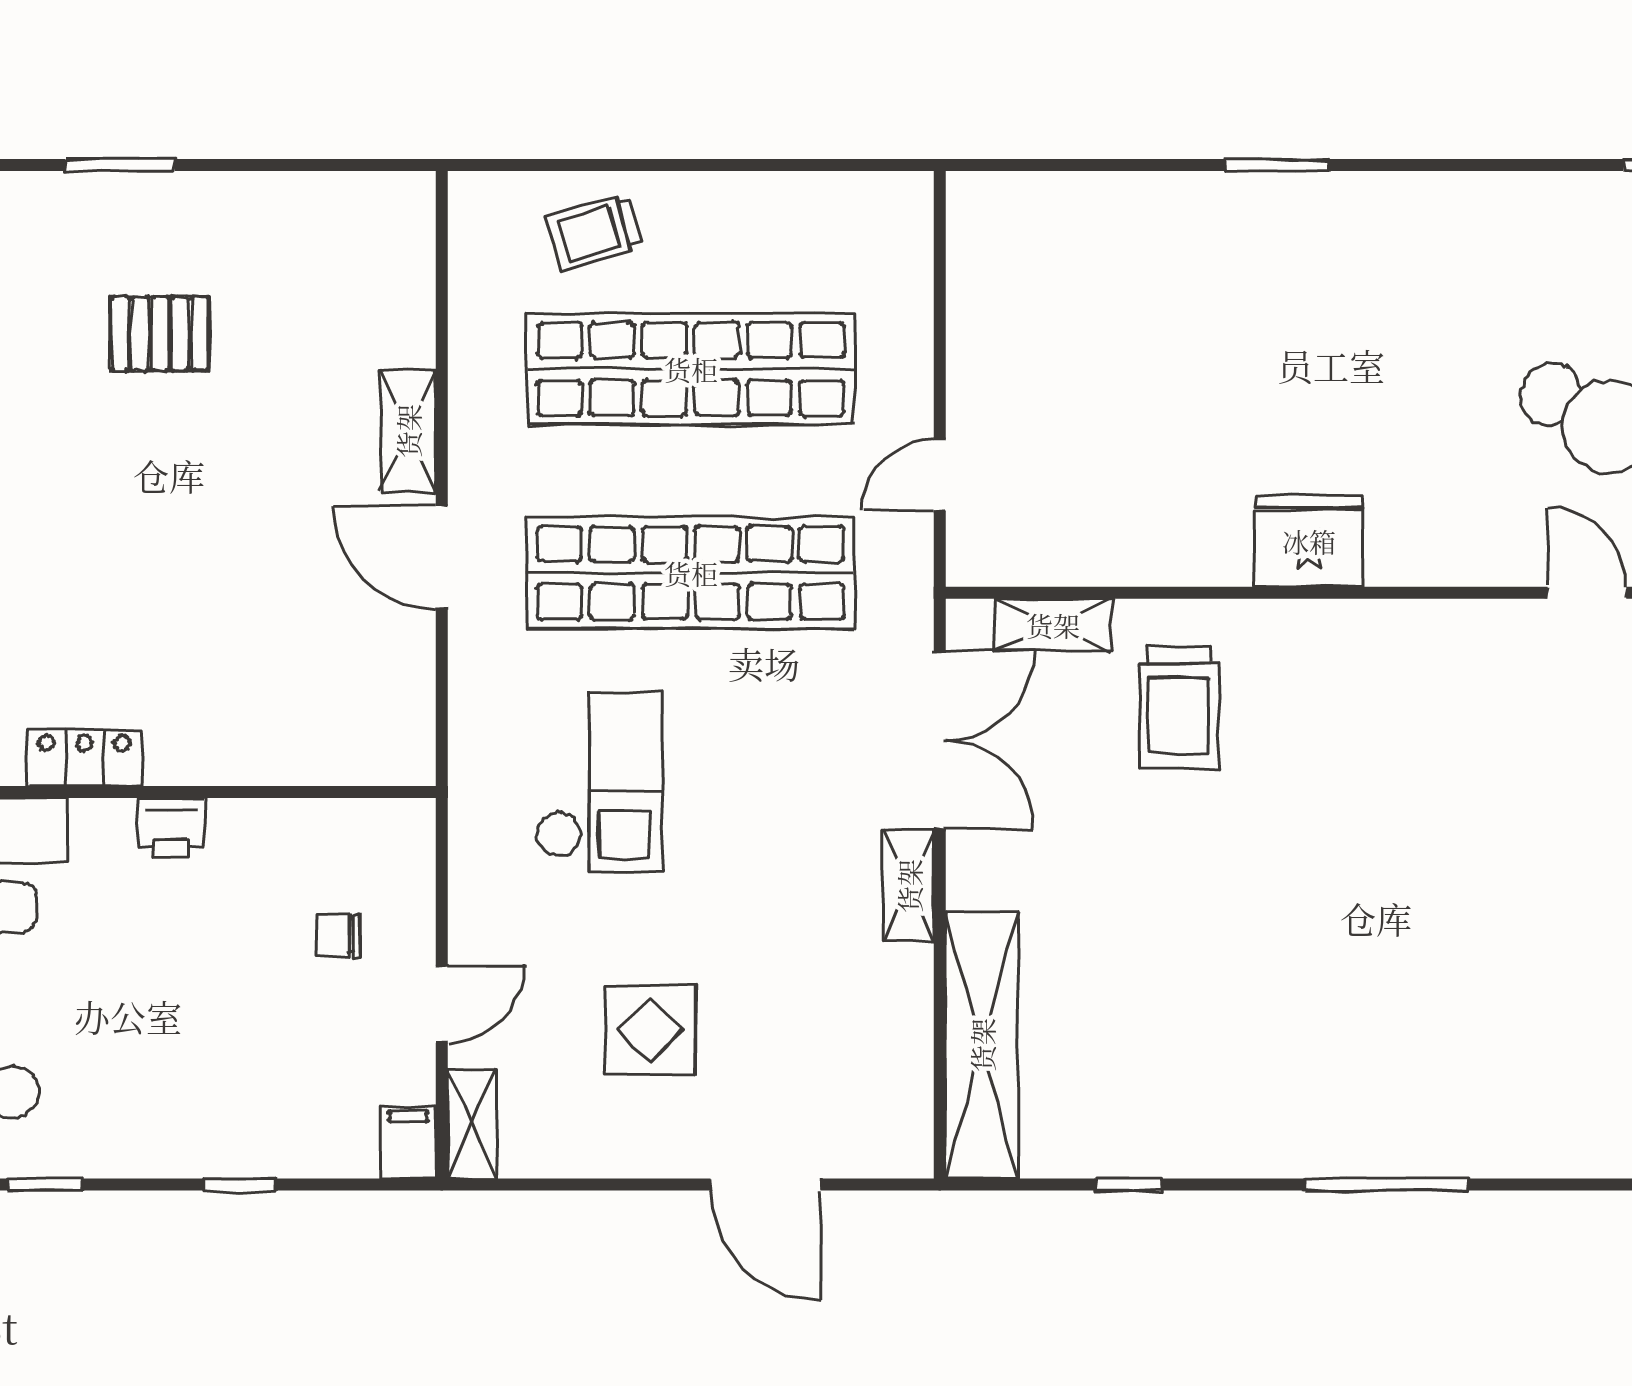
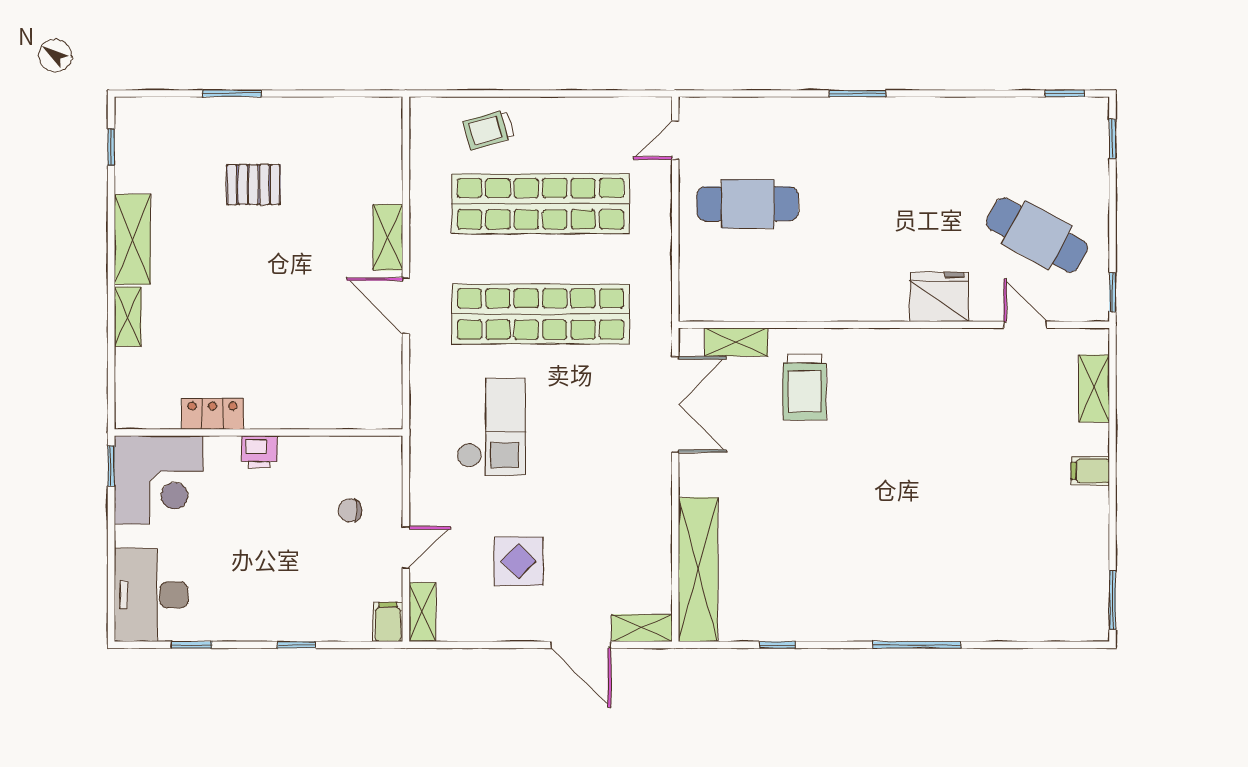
cafe table: (1074, 369) -> (748, 204), added
door: (940, 475) -> (675, 140), moved
fridge: (1309, 541) -> (939, 297), moved
shelving: (909, 886) -> (642, 628), moved, turned 90

